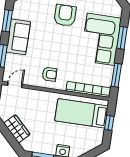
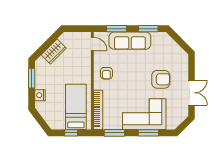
sofa: (18, 37) -> (130, 41), width x1.36

